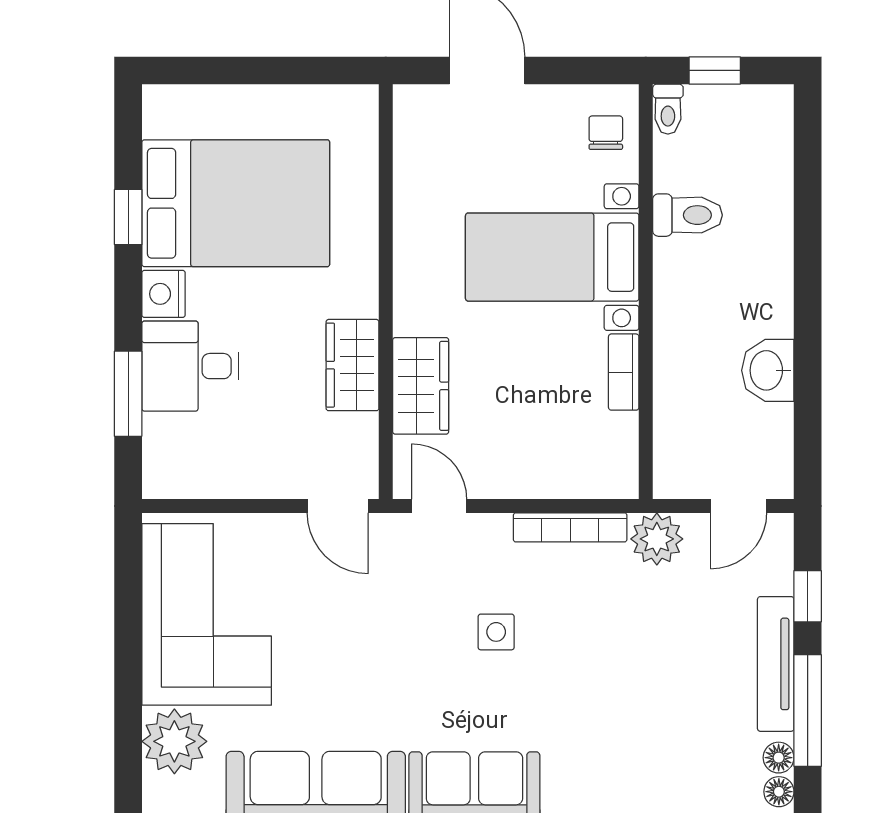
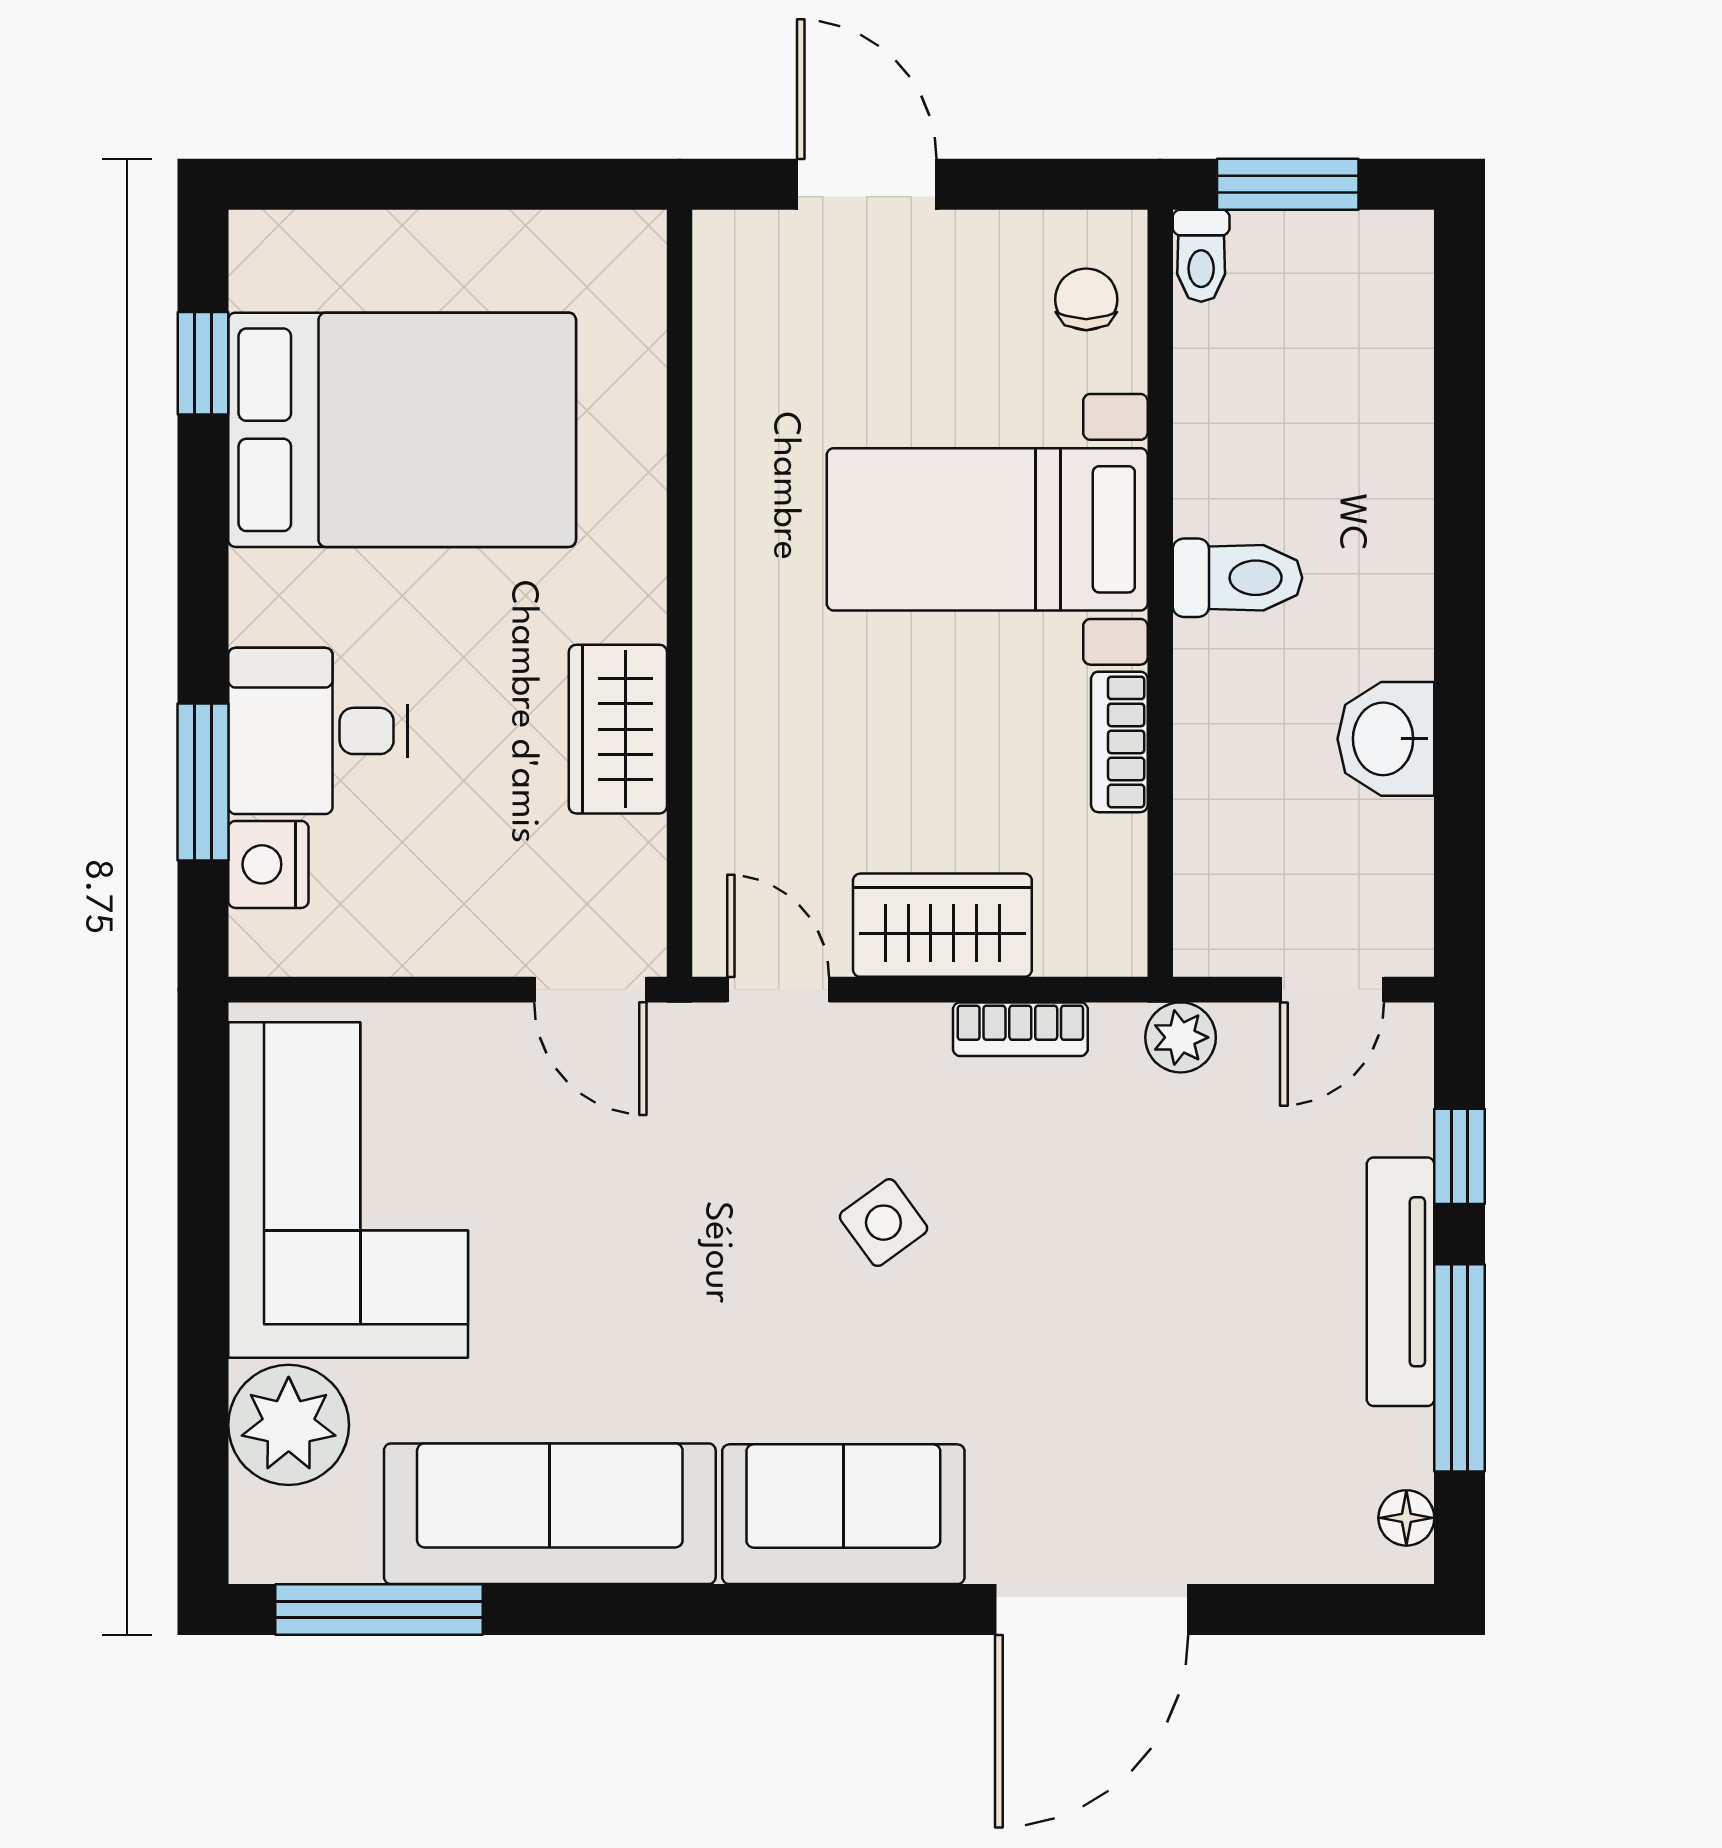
window: (715, 70) -> (1288, 184), width x1.50
toilet: (688, 215) -> (1237, 578), moved
window: (128, 217) -> (203, 363), moved
nightstand: (164, 294) -> (268, 864), moved
wardrobe: (421, 386) -> (942, 925), moved, turned -90
bookcase: (570, 527) -> (1020, 1029), width x0.64
plant: (657, 539) -> (1181, 1037), width x0.73, depth x0.73
side table: (496, 632) -> (883, 1223), turned -36
floor lamp: (779, 758) -> (1406, 1455), removed

